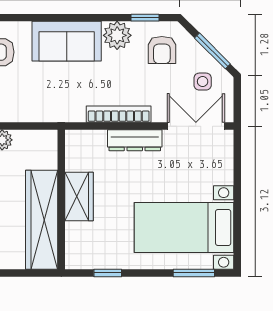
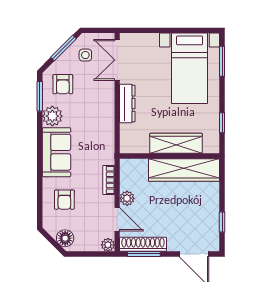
window: (145, 18) -> (40, 96), width x1.50
armchair: (162, 50) -> (63, 84), turned 90
bookcase: (119, 114) -> (109, 180), moved, width x0.64
wardrobe: (79, 196) -> (176, 143), width x1.50

